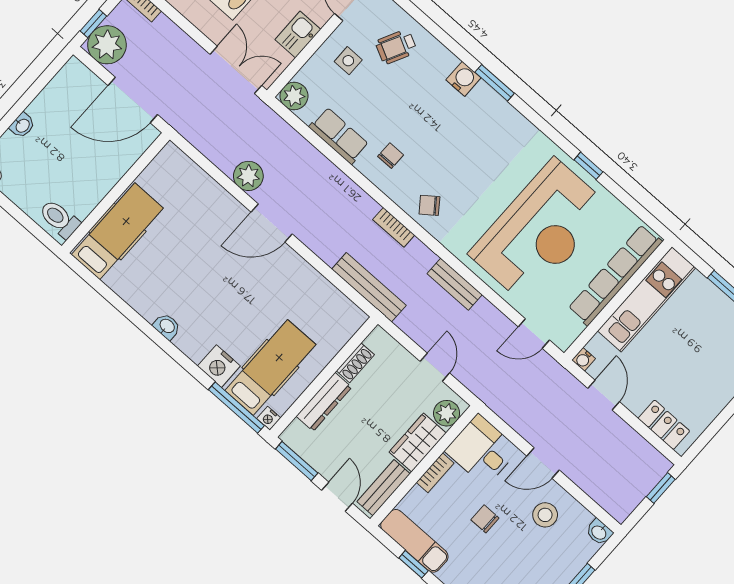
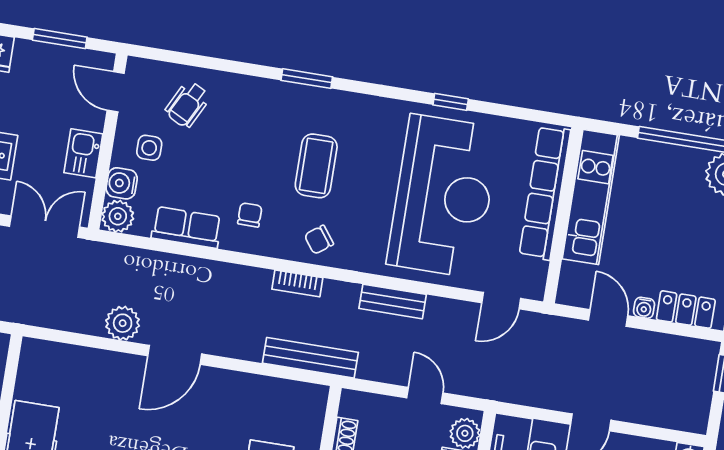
water cooler: (463, 79) -> (122, 183), moved, turned -90
coffee table: (461, 151) -> (316, 166), added
water cooler: (584, 359) -> (644, 308), moved

